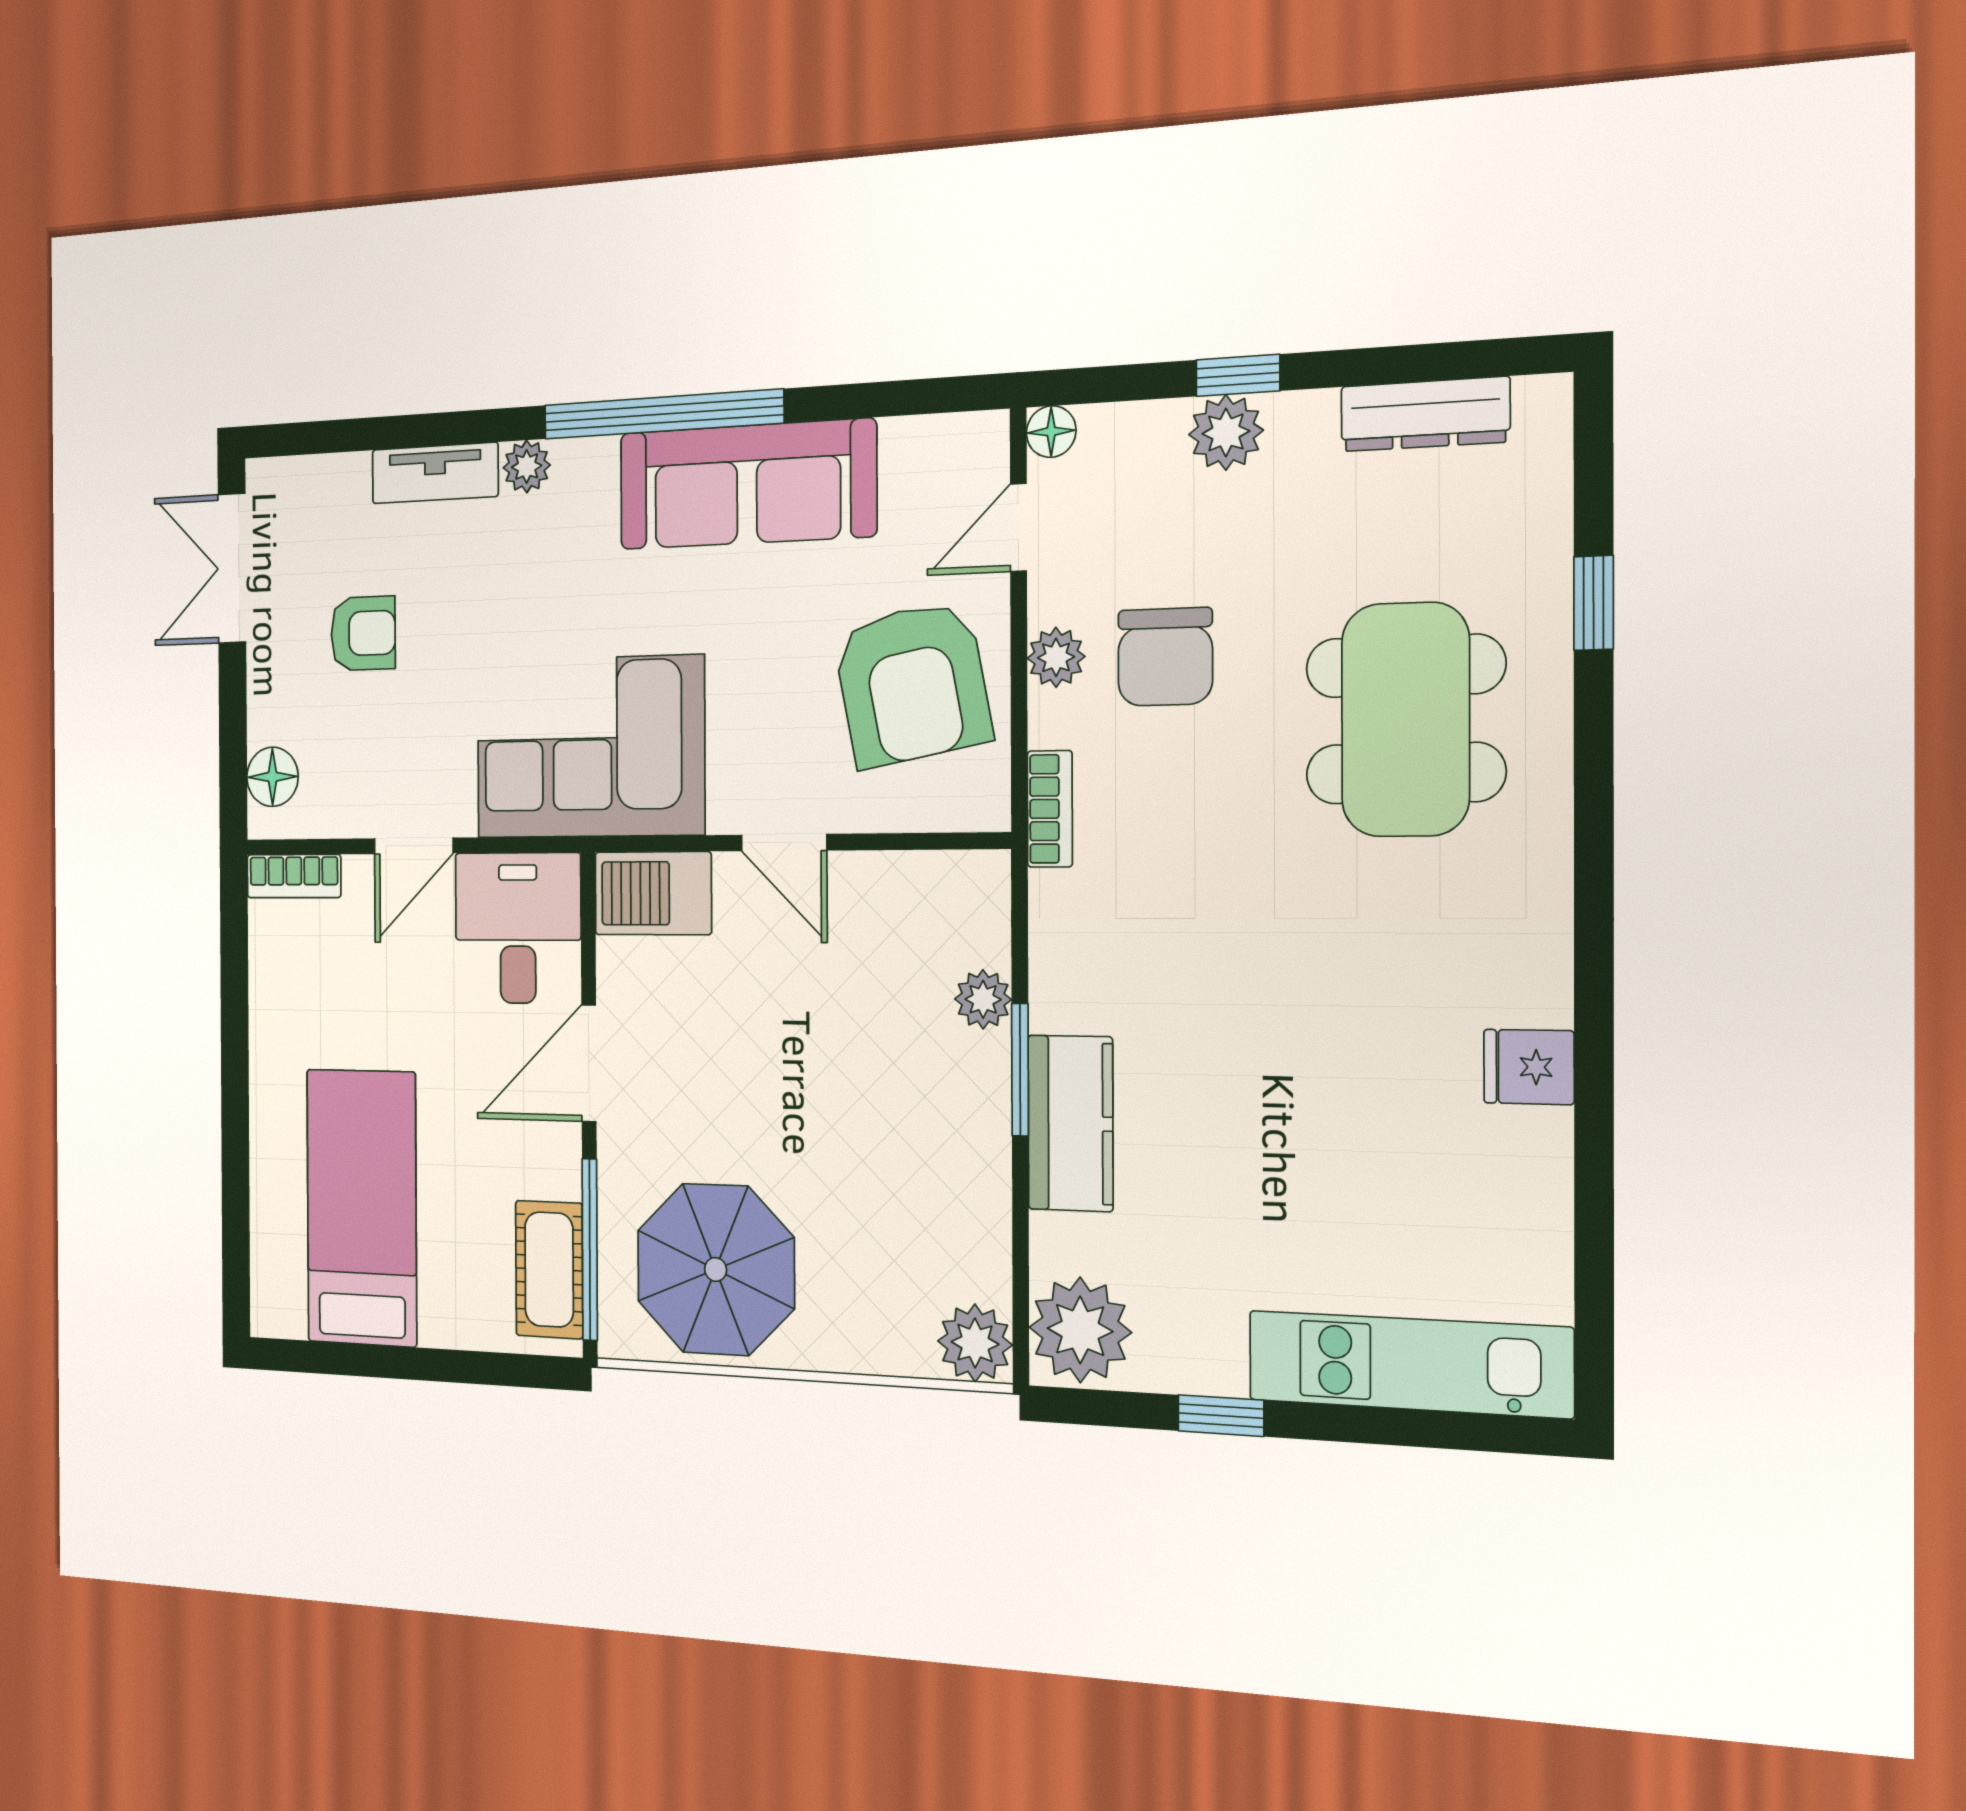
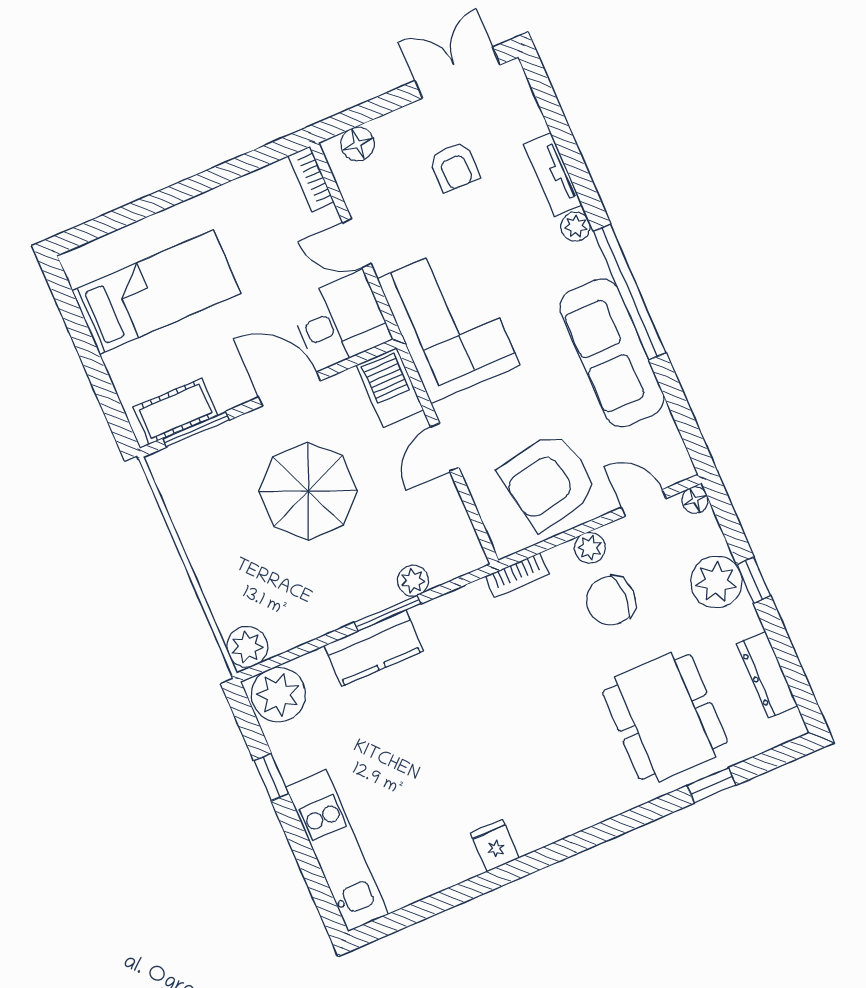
plant: (1226, 432) -> (716, 582), width x1.36, depth x1.36
dining table: (1405, 720) -> (665, 717), moved, turned 90
window: (590, 1250) -> (196, 429), width x0.69
parasol: (716, 1269) -> (308, 491), moved

